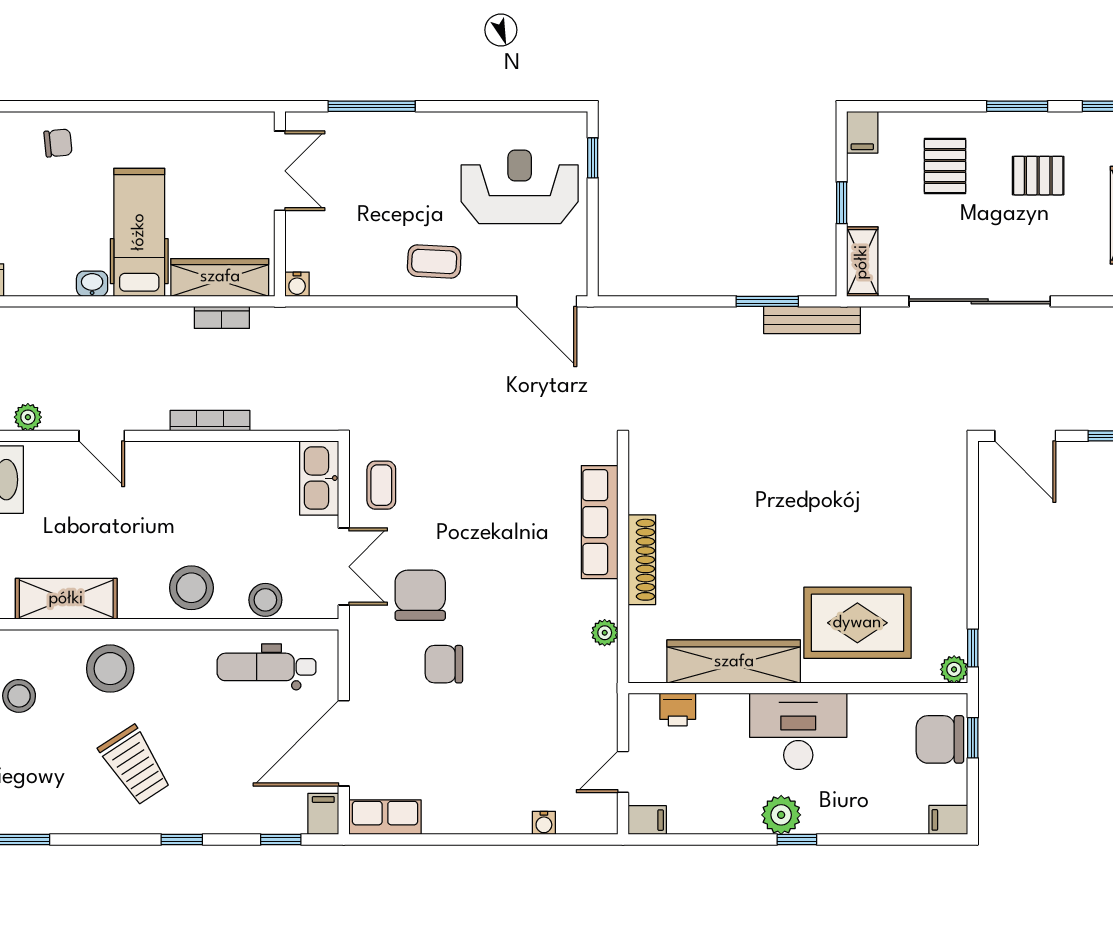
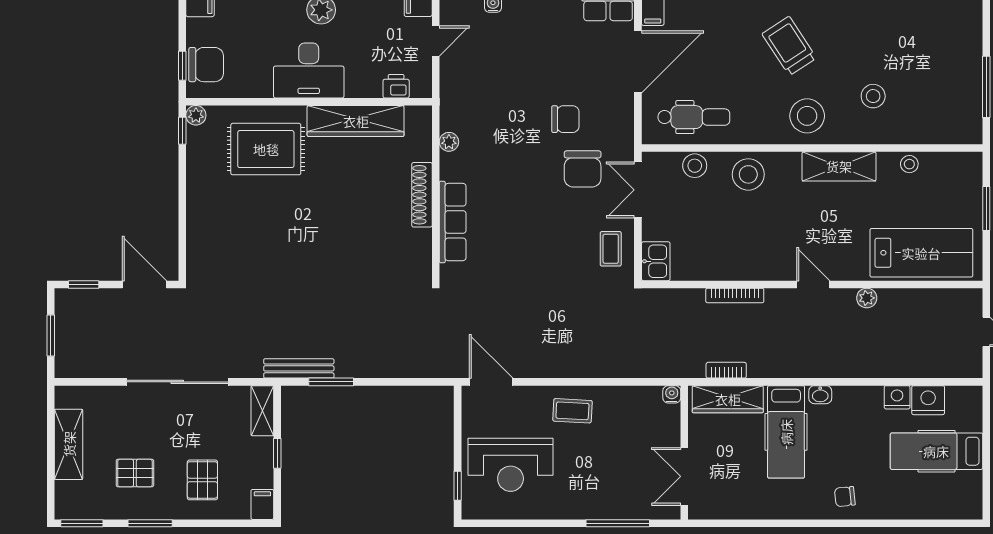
kitchen sink: (319, 478) -> (656, 261), width x0.73

